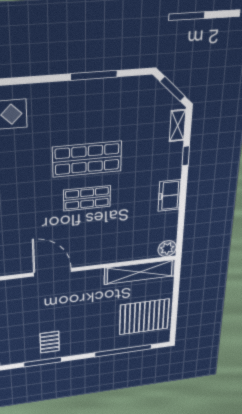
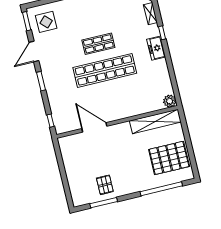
shop shelf: (87, 159) -> (98, 44), width x0.70, depth x0.74
freezer: (169, 195) -> (156, 48), moved
shop shelf: (87, 198) -> (105, 70), width x2.00, depth x1.36

